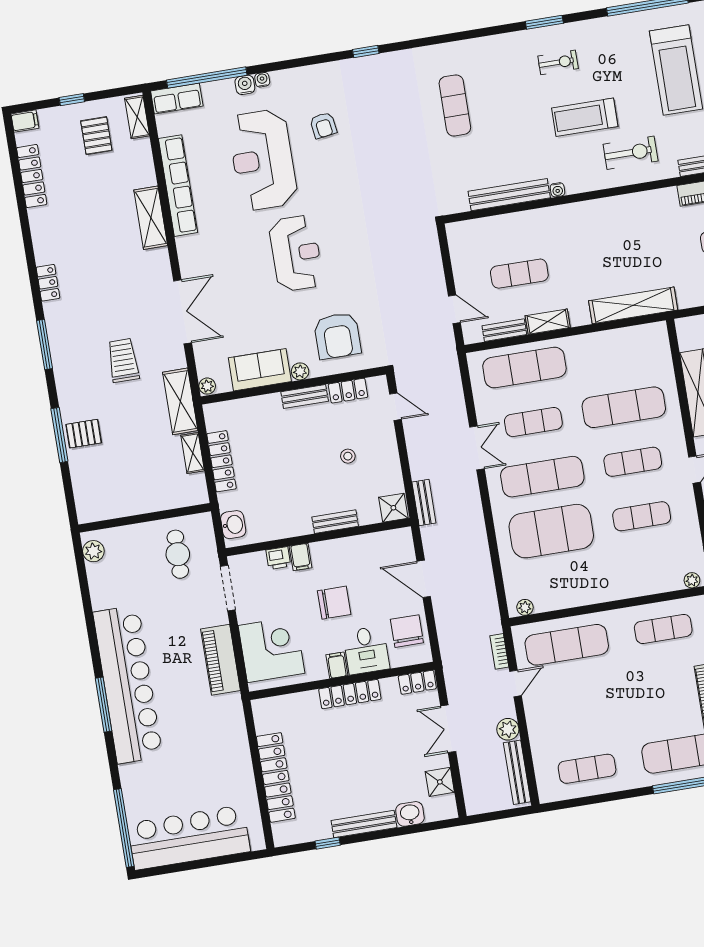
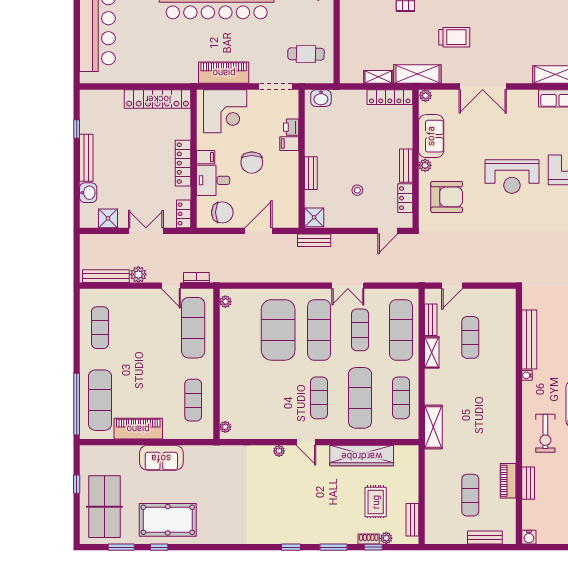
shelving: (633, 305) -> (433, 427), width x0.68
armchair: (337, 336) -> (447, 197), turned 180
locker: (221, 461) -> (390, 97), moved
exercise mat: (642, 516) -> (401, 398), moved
locker: (276, 777) -> (158, 99), moved

